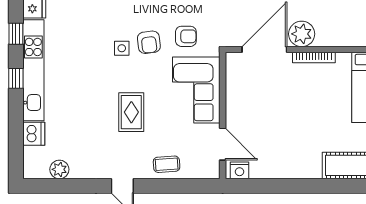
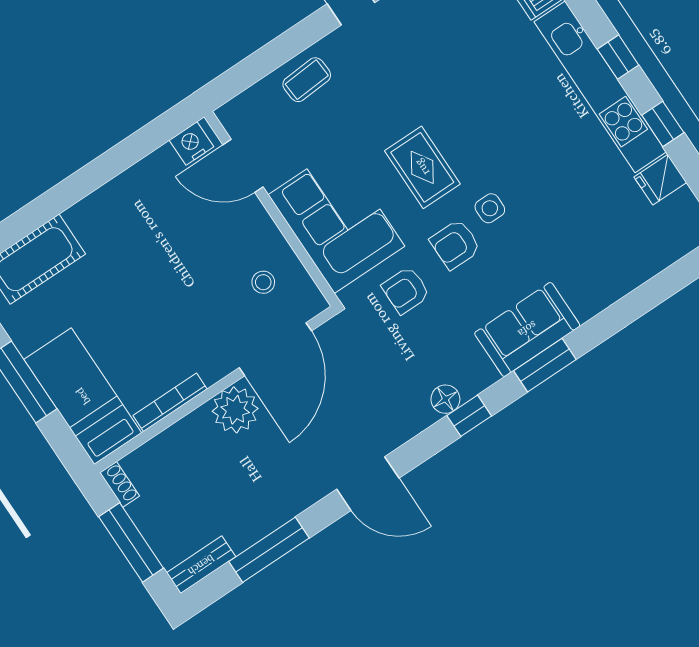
armchair: (149, 42) -> (455, 244), turned -83
bookcase: (314, 58) -> (170, 402), moved
stool: (249, 84) -> (263, 282), added
rug: (131, 112) -> (422, 167), moved

